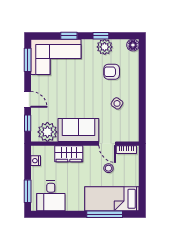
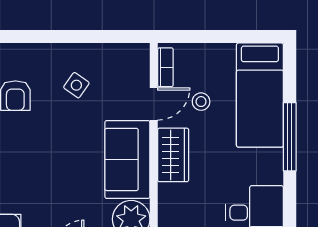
wardrobe: (69, 154) -> (173, 155), moved
window: (105, 214) -> (290, 137), moved

